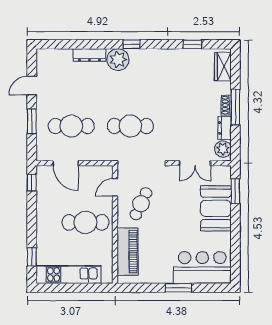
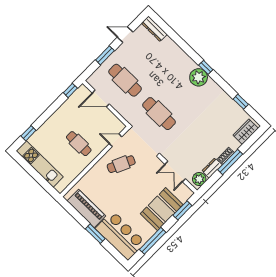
dresser: (90, 55) -> (154, 29), moved
plant: (118, 59) -> (199, 77), moved
door: (66, 163) -> (101, 98), hinge flipped
cafe table: (85, 222) -> (79, 144), width x0.73, depth x0.74
window: (235, 244) -> (153, 241), added
piano: (128, 252) -> (86, 208), moved, turned -90

